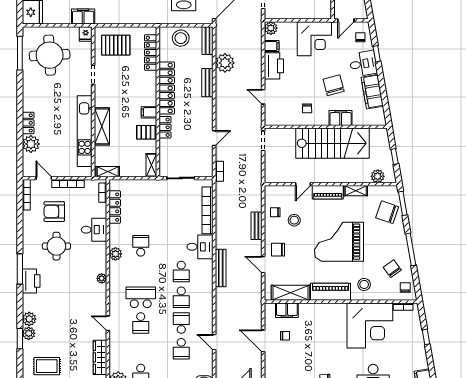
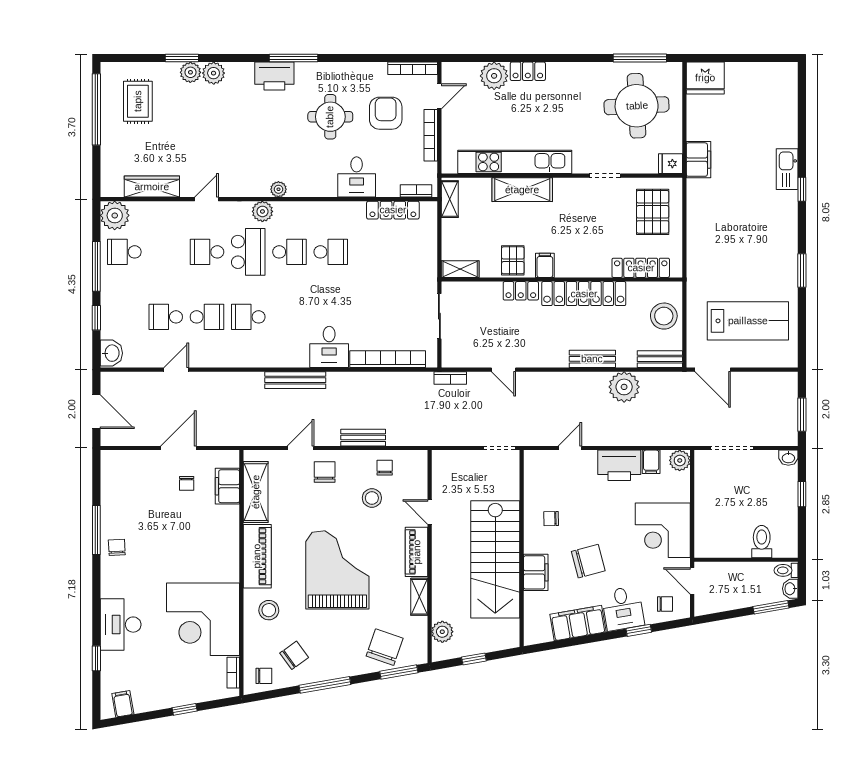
plant: (115, 254) -> (262, 211), moved
school desk: (181, 272) -> (289, 252), moved, turned 180

